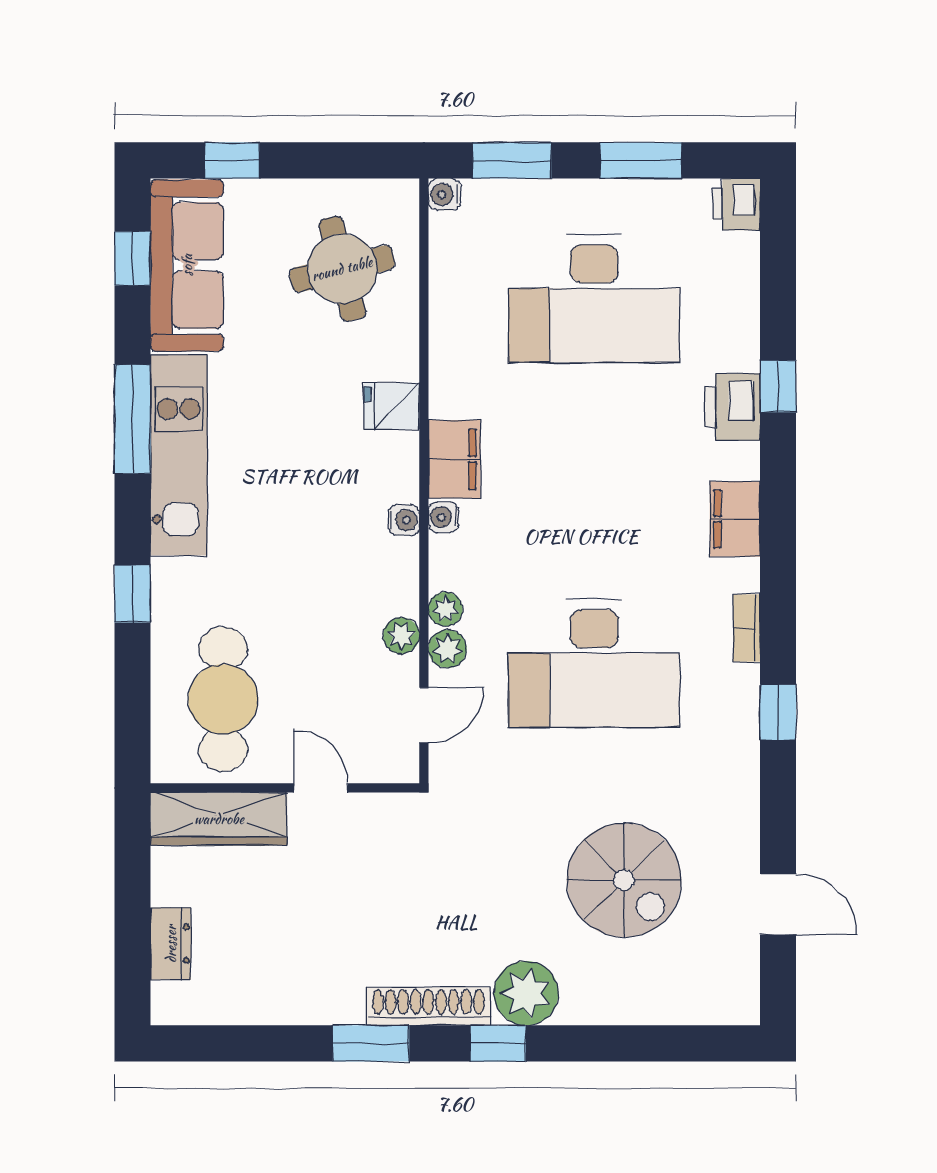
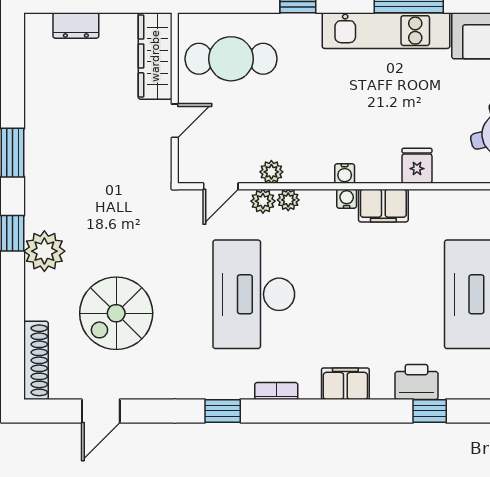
door: (424, 715) -> (221, 186), hinge flipped
shoe rack: (428, 1006) -> (36, 360), moved

